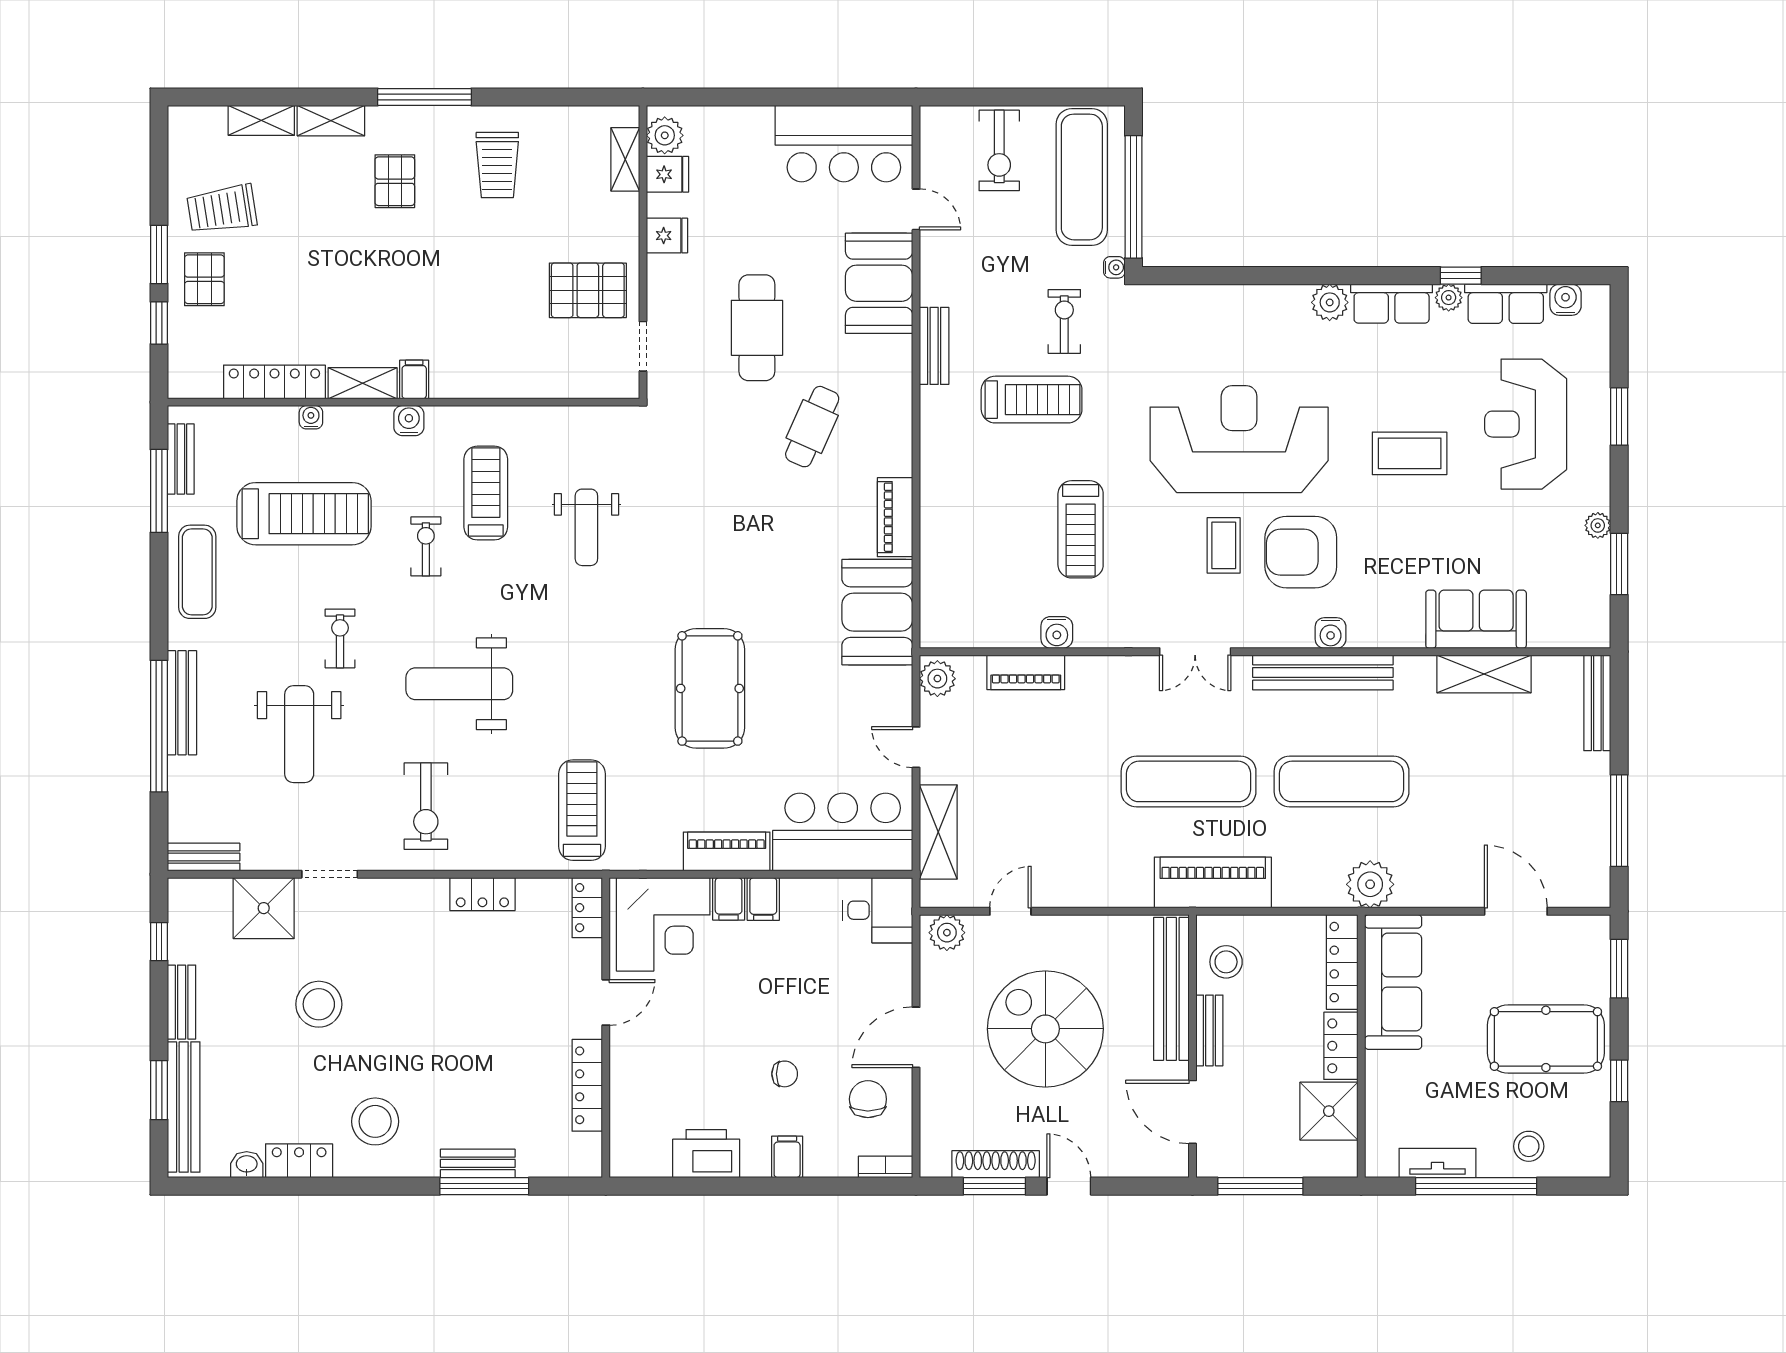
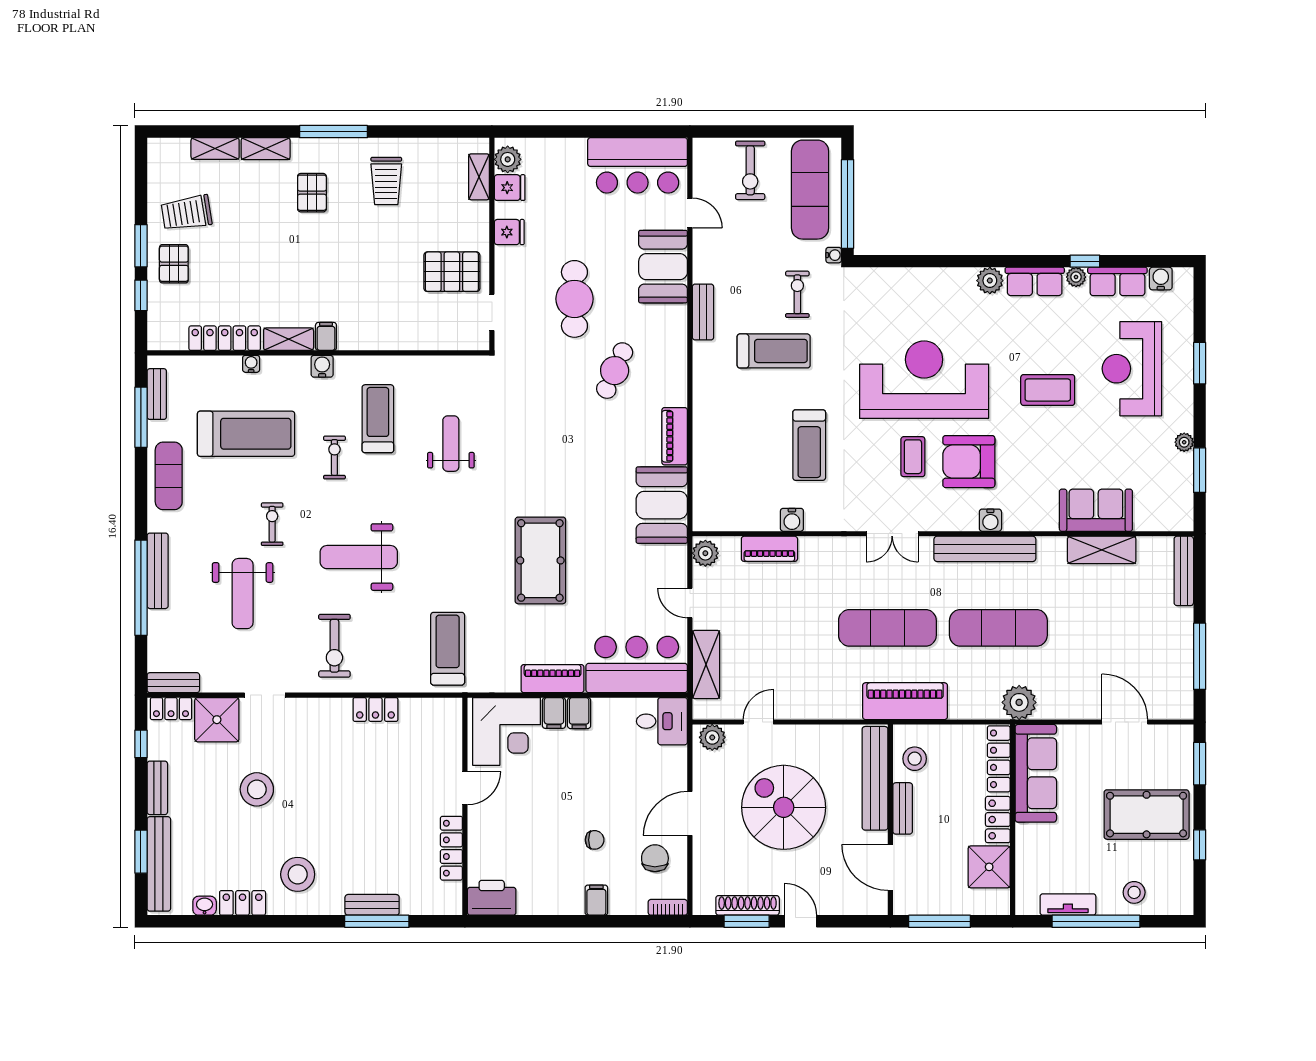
weight bench: (586, 527) -> (451, 444), turned 180
locker: (587, 908) -> (171, 709), moved, turned -90
printer: (706, 1154) -> (492, 898), moved

